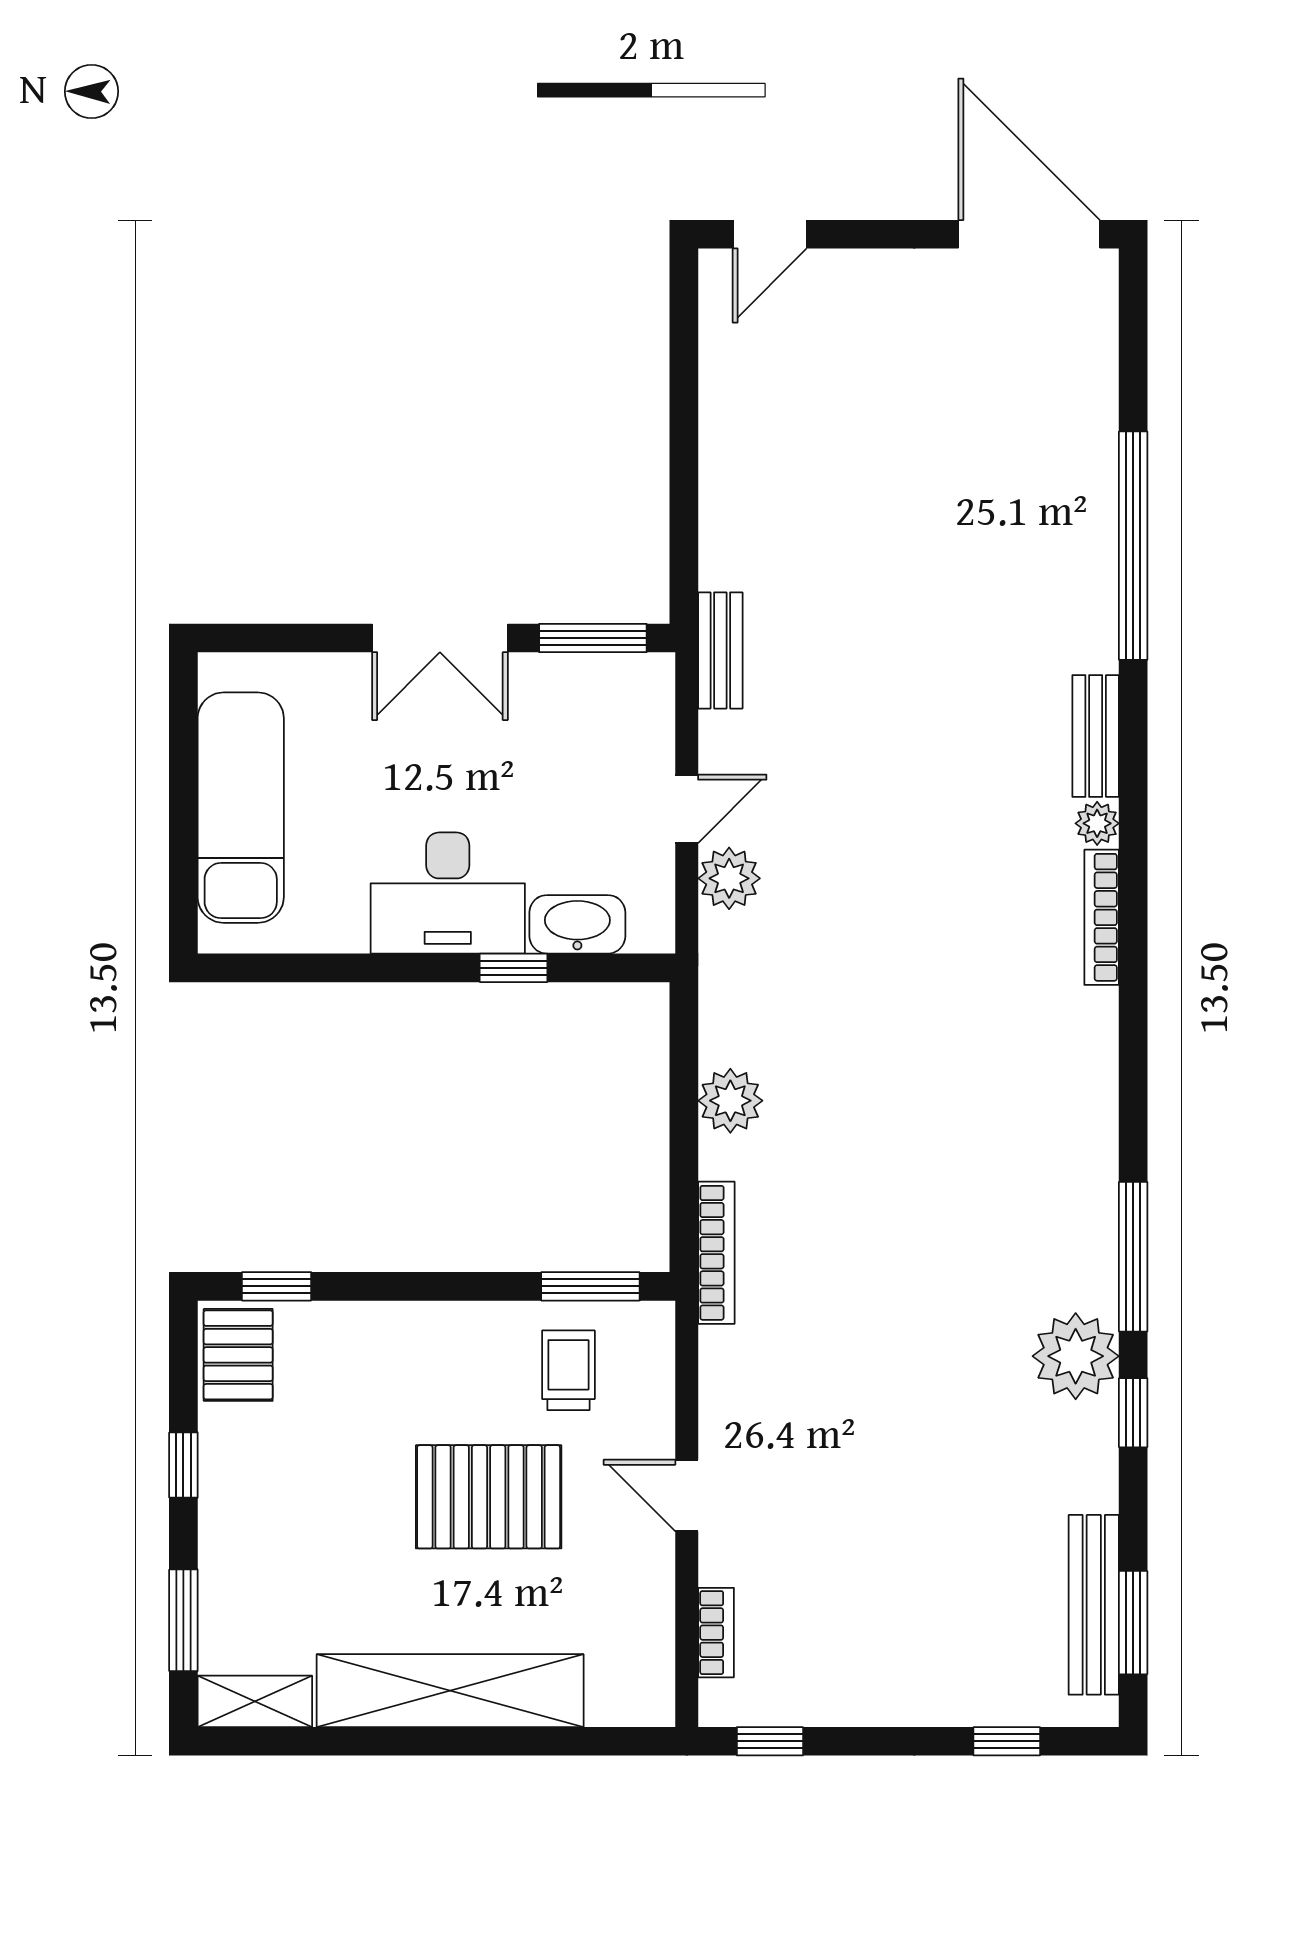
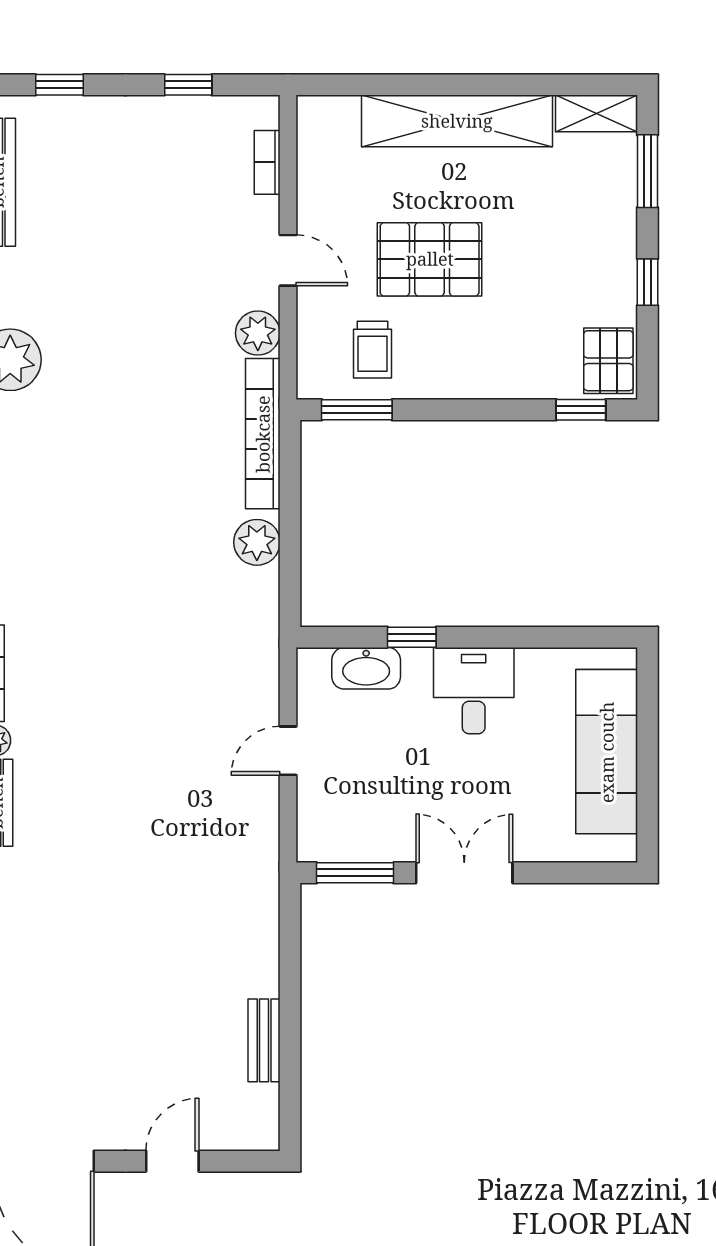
door: (770, 234) -> (172, 1161), moved
bench: (720, 650) -> (264, 1040), moved
plant: (729, 878) -> (258, 333), moved
desk: (448, 893) -> (474, 691), width x0.73
bookcase: (716, 1253) -> (263, 434), width x1.48, depth x1.31
window: (770, 1741) -> (188, 85), moved

